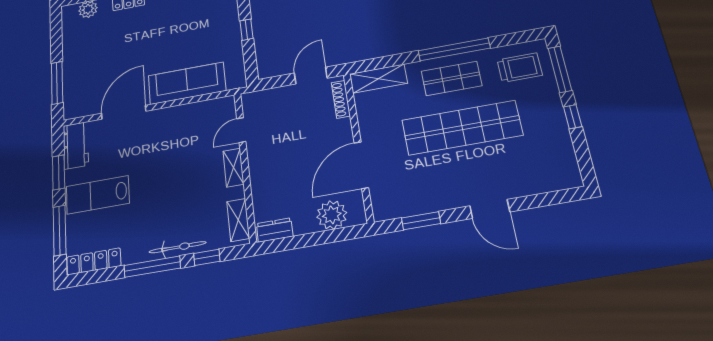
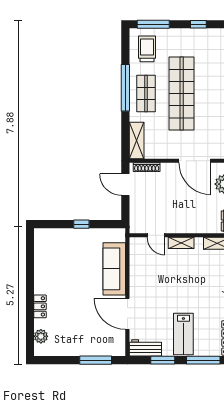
window: (573, 117) -> (198, 24), moved

